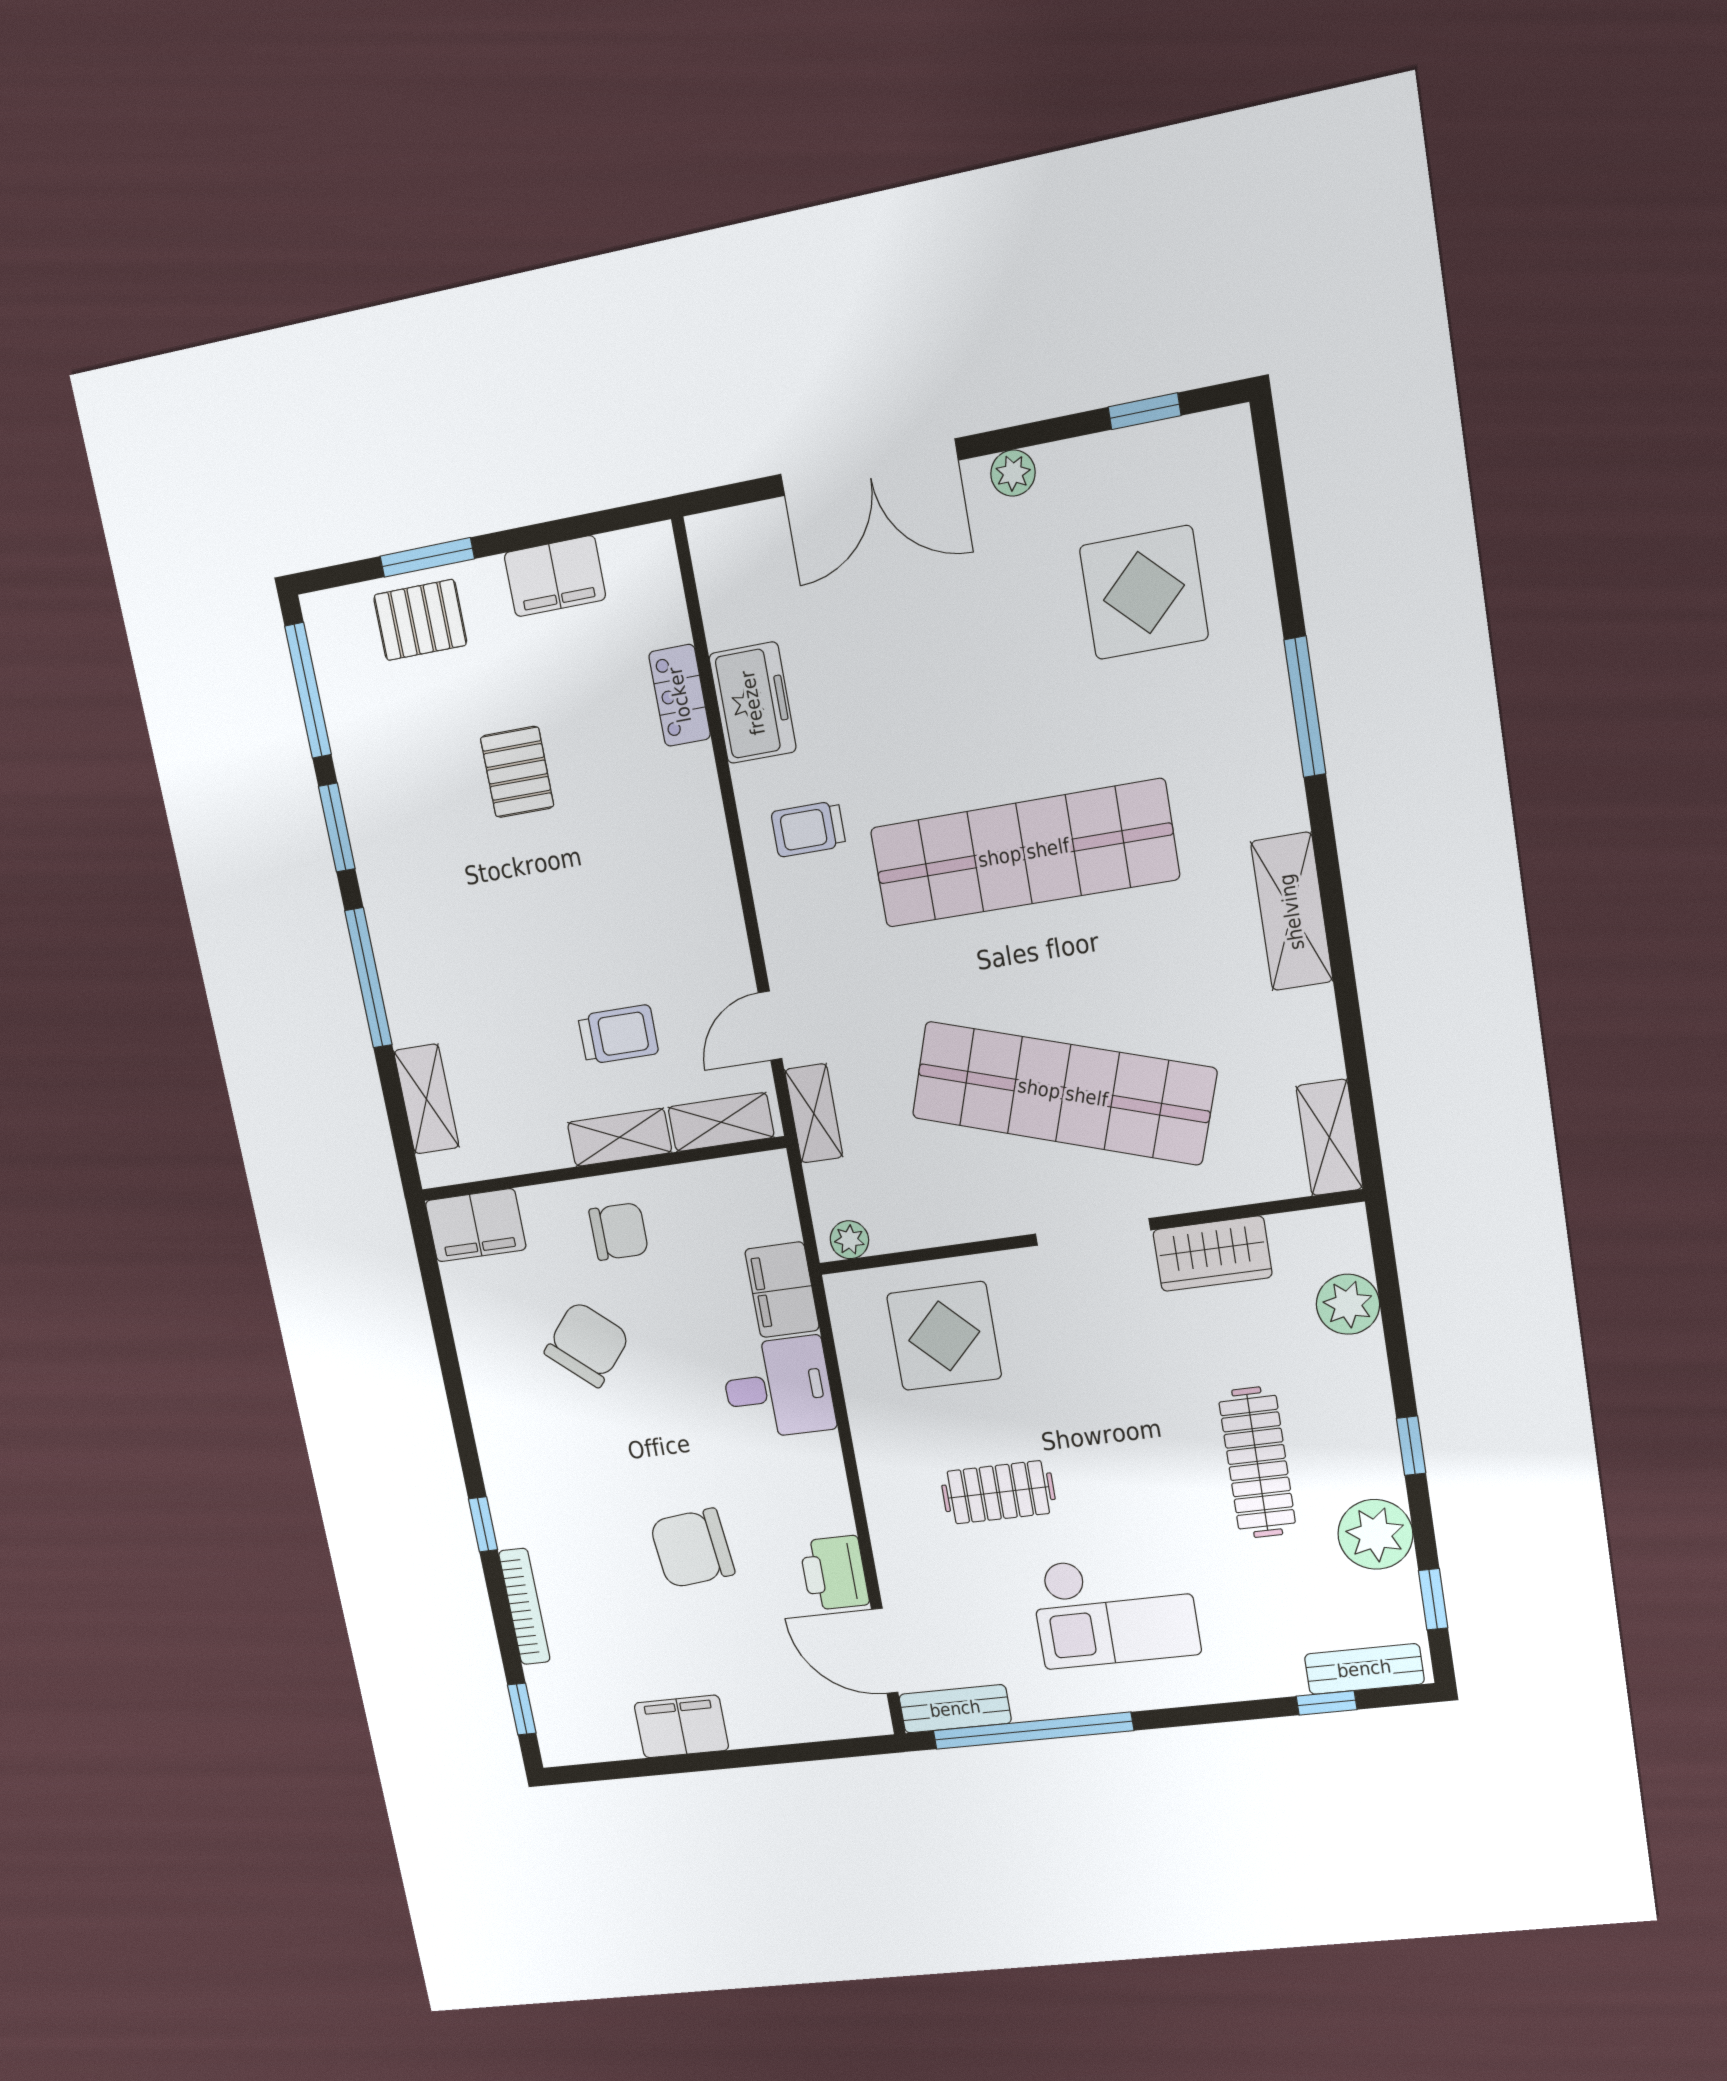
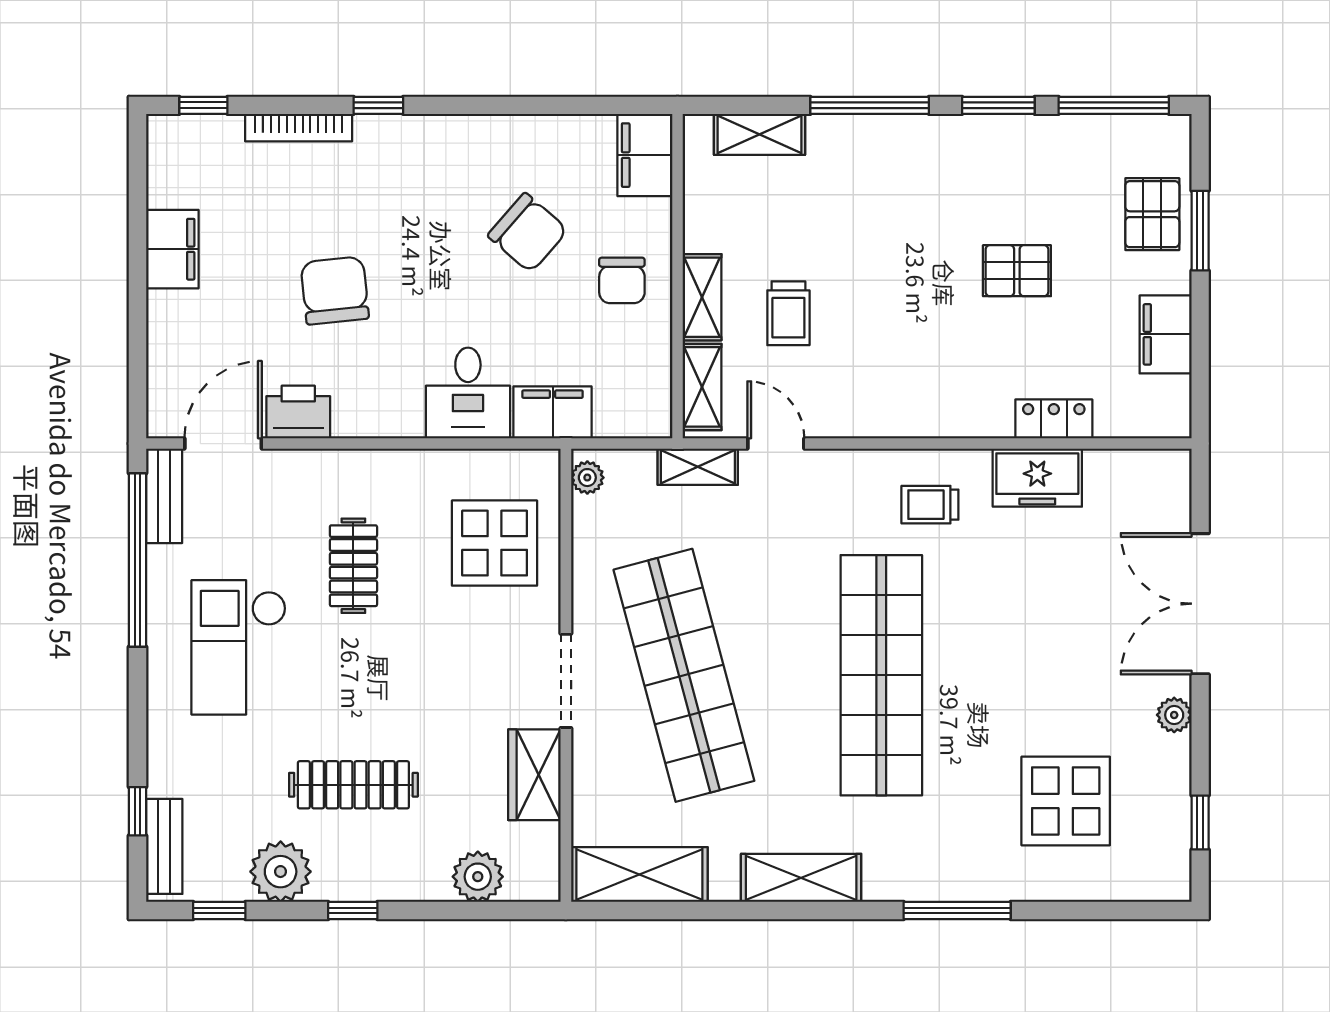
trolley: (808, 829) -> (930, 505), turned -90
shop shelf: (1063, 1093) -> (684, 675), turned -33
shelving: (1329, 1137) -> (639, 875), width x1.50, depth x1.33

